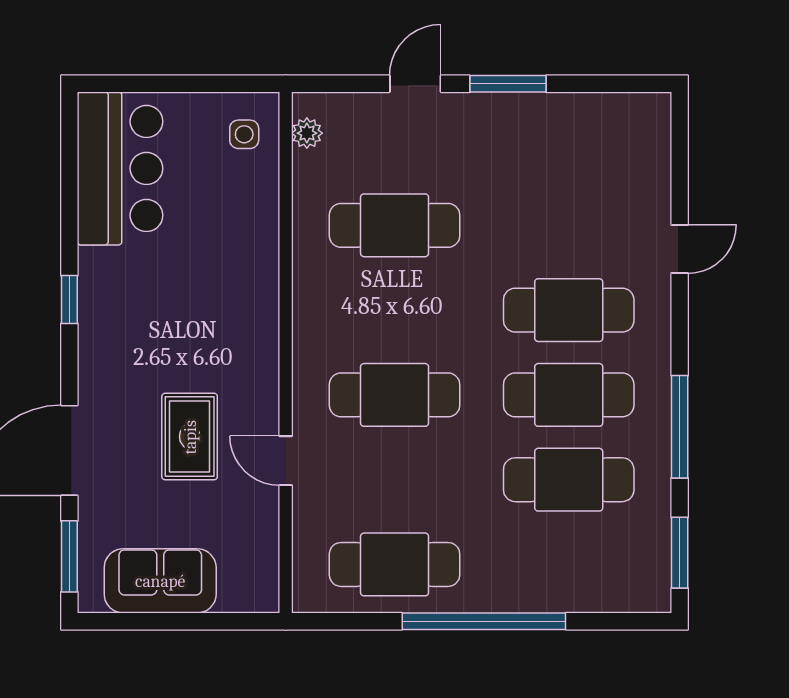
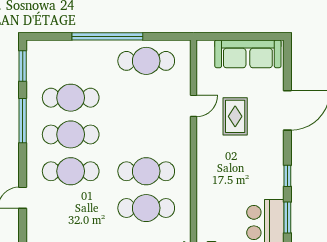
cafe table: (395, 395) -> (146, 171), moved
door: (286, 461) -> (193, 106), hinge flipped
window: (69, 556) -> (287, 218), moved
sofa: (160, 581) -> (248, 54), width x1.36

